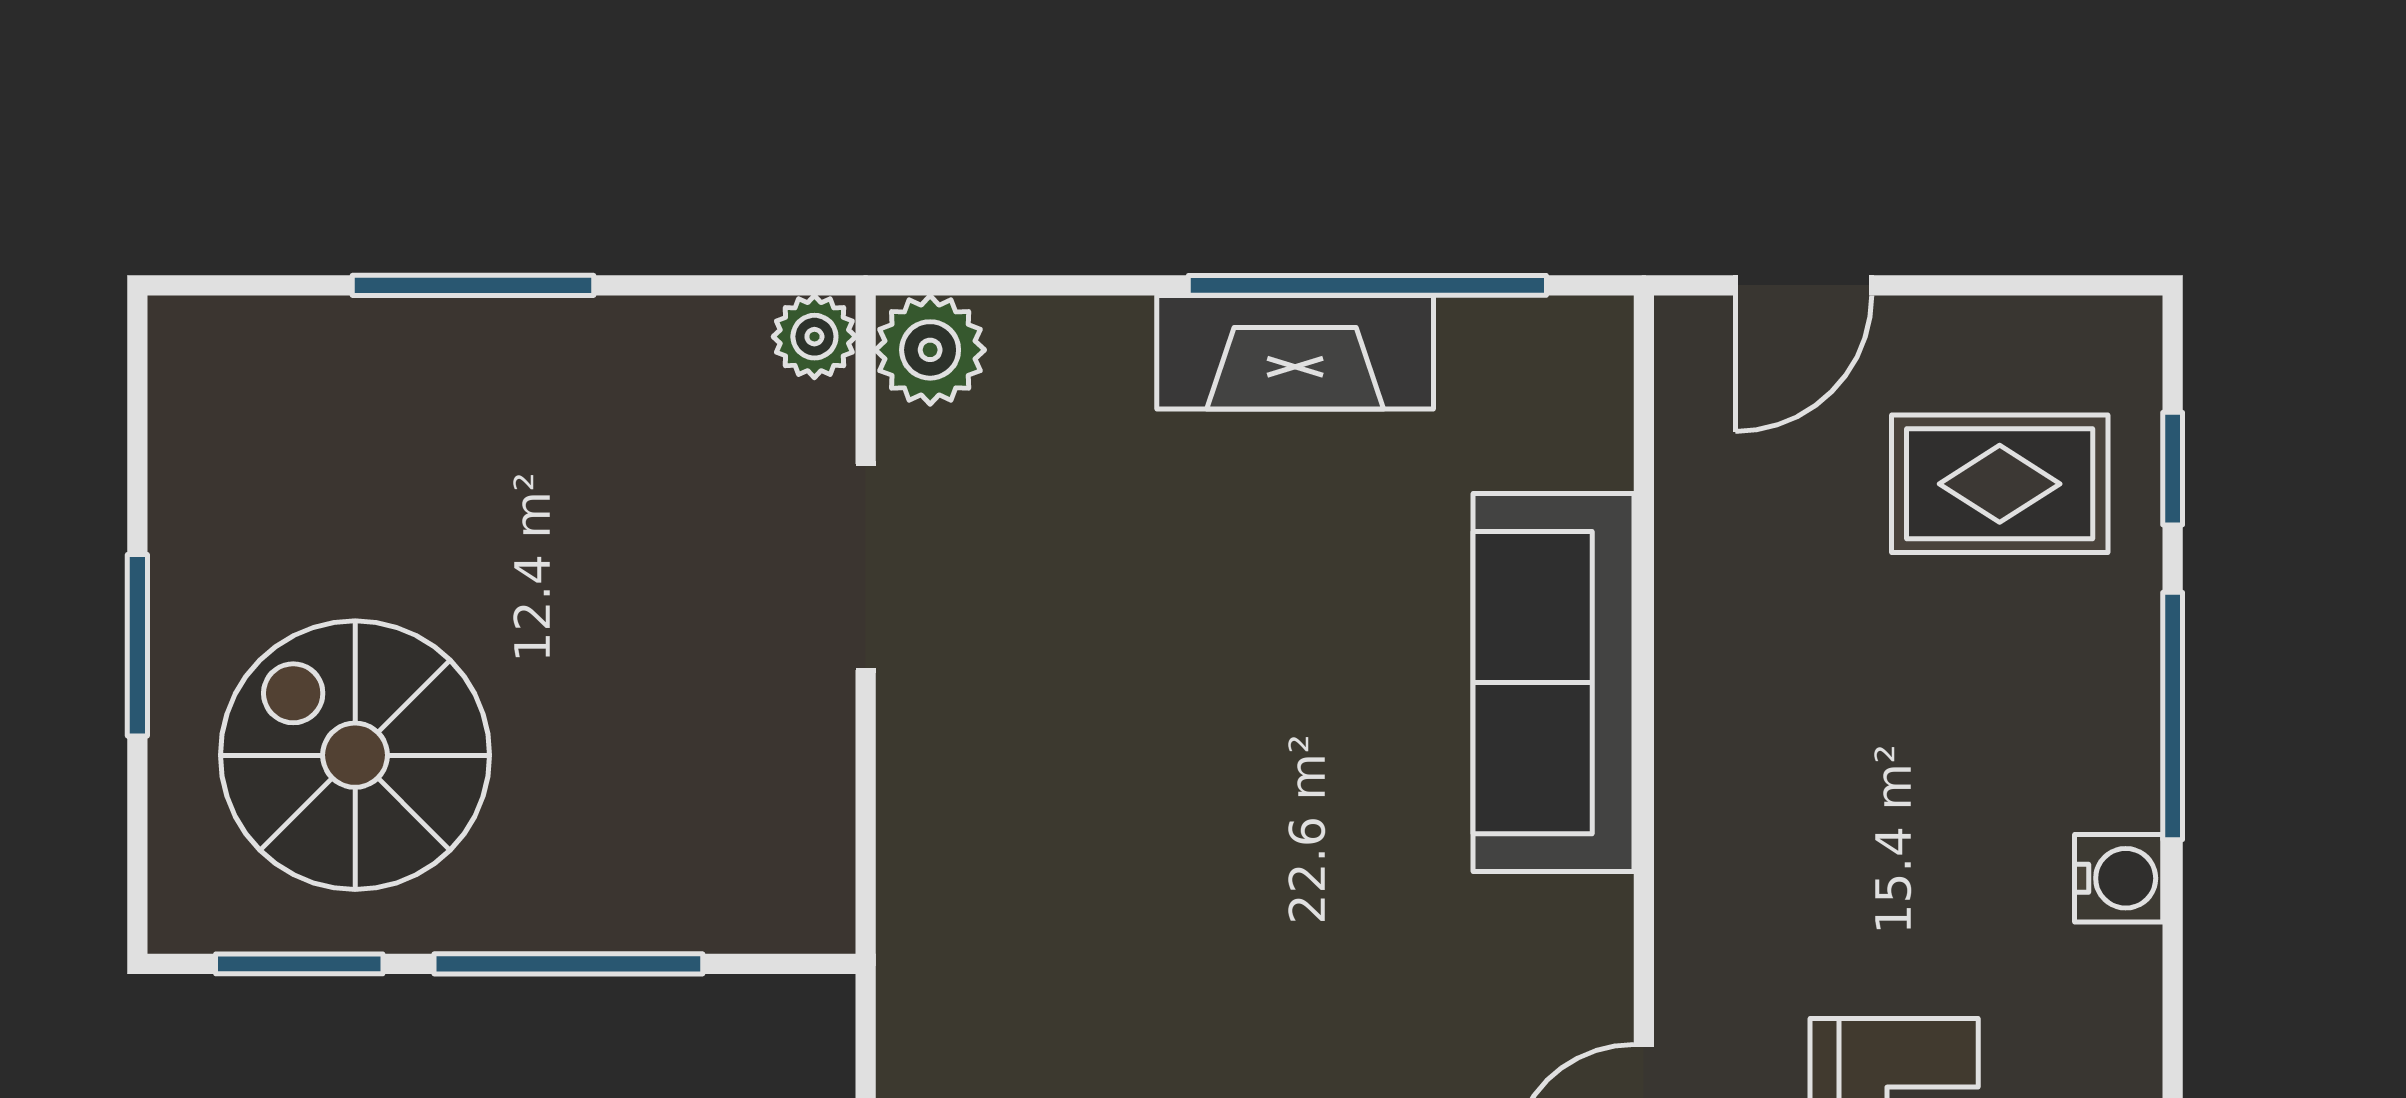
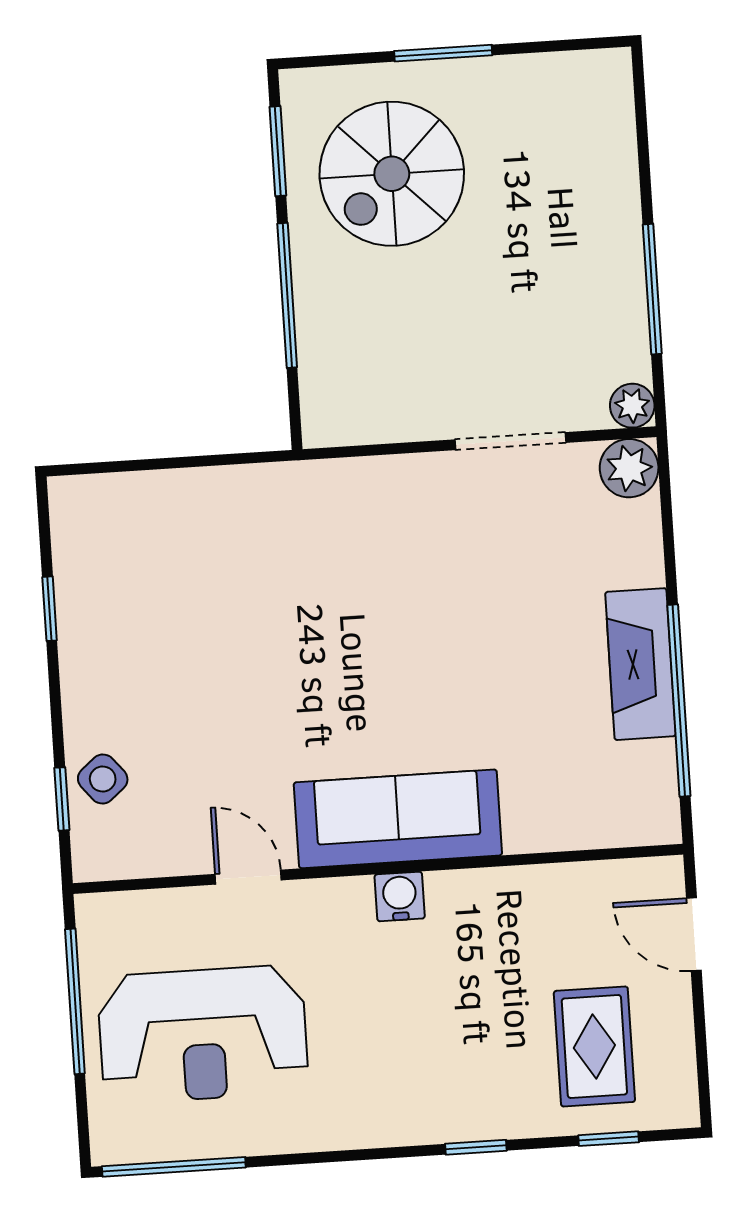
window: (473, 285) -> (652, 289), moved
sofa: (1554, 683) -> (398, 819), moved
window: (2173, 716) -> (476, 1147), width x0.46
spiral stairs: (355, 755) -> (392, 174), turned 180
water cooler: (2119, 878) -> (400, 896), moved, turned 180

